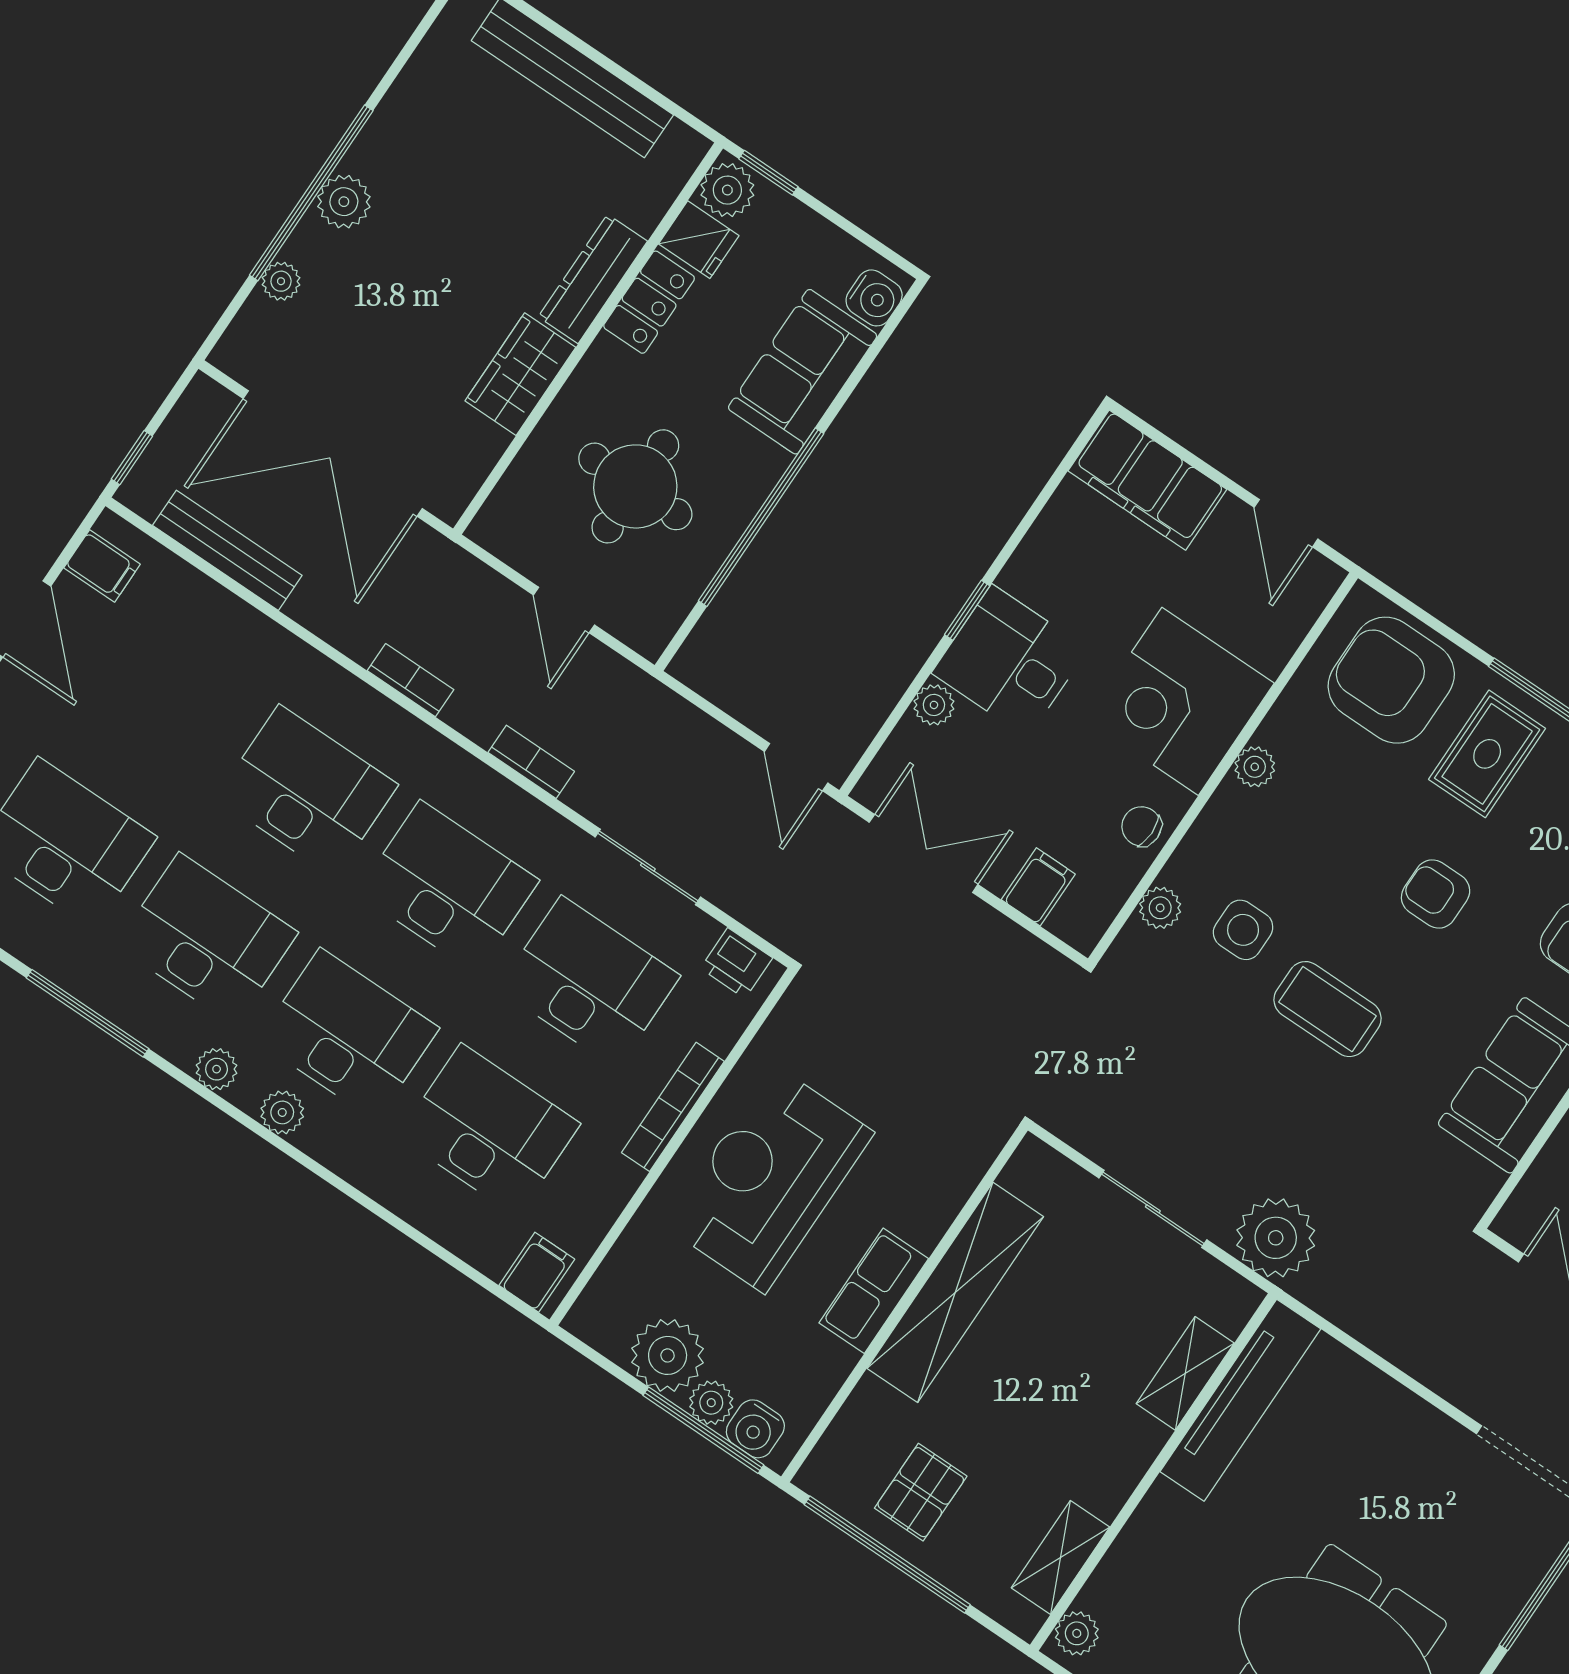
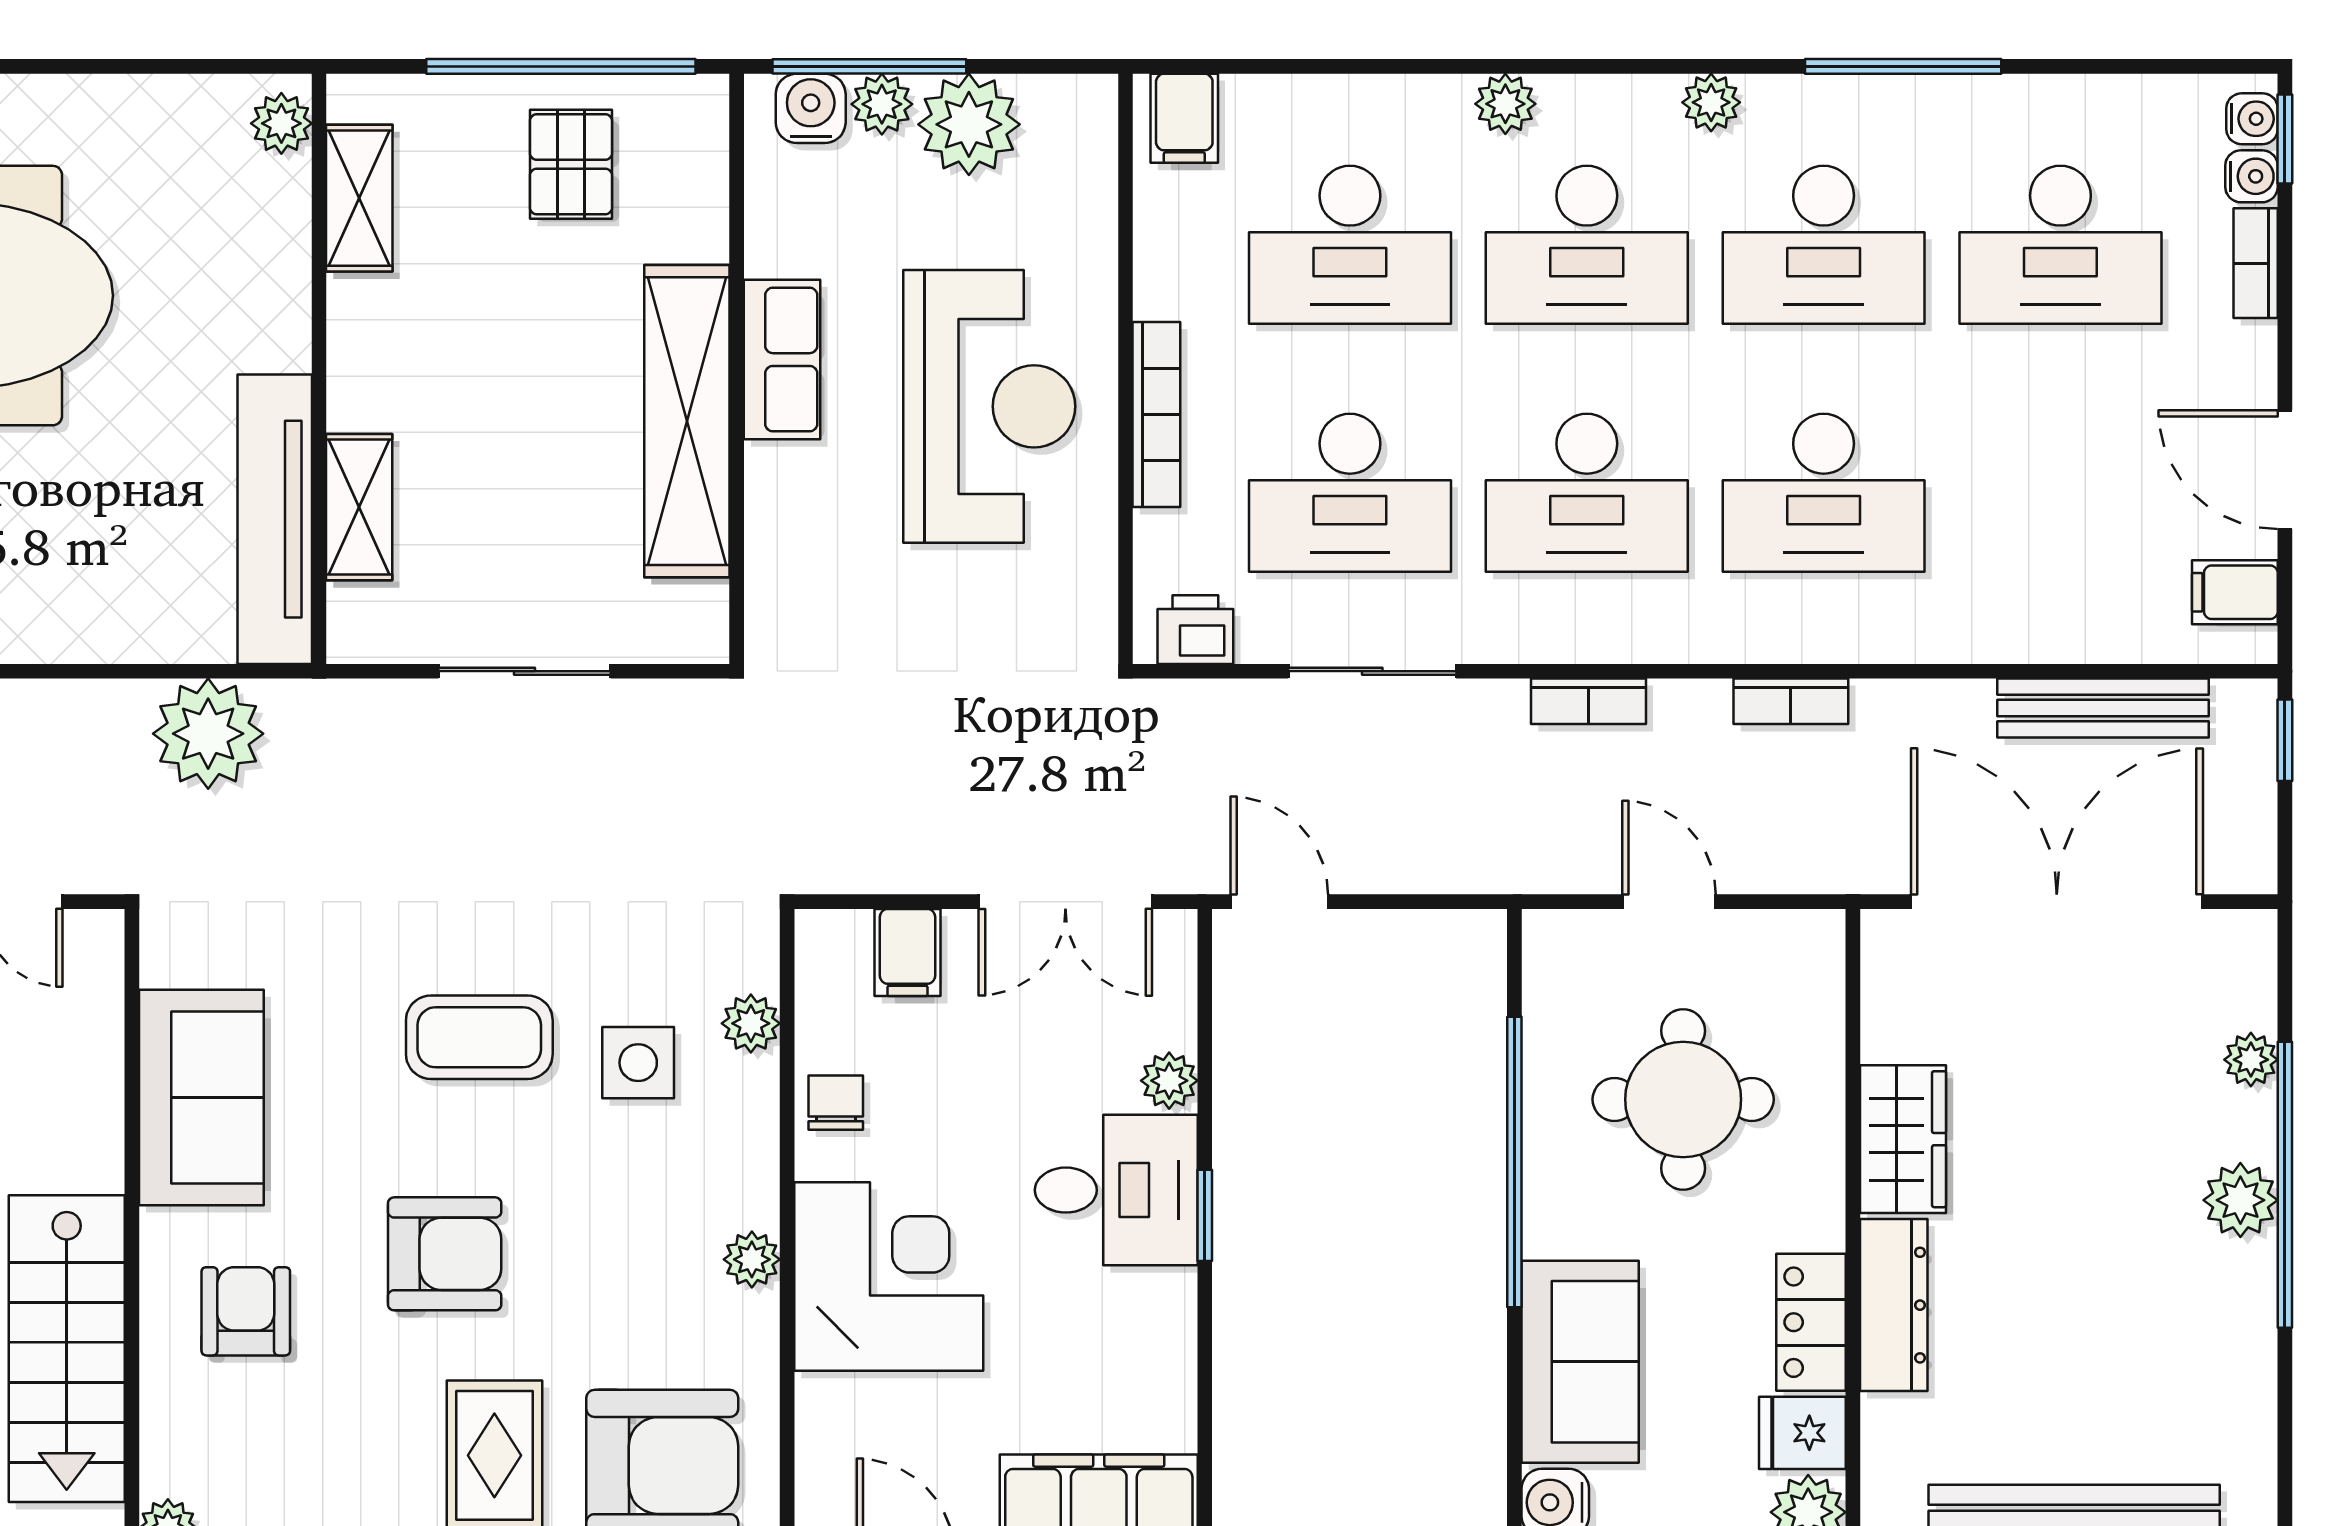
chair: (1141, 826) -> (836, 1103), turned -90
armchair: (1436, 894) -> (445, 1254), width x1.38, depth x1.38
plant: (282, 1112) -> (1505, 104), moved
plant: (1276, 1238) -> (208, 734), moved

